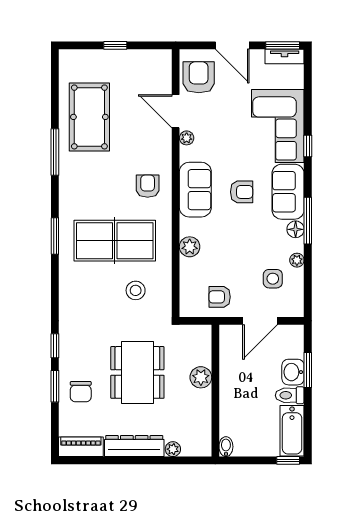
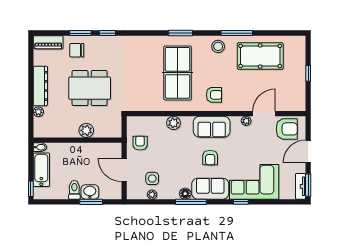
plant: (297, 260) -> (152, 195), moved
stool: (136, 290) -> (218, 46), moved
bathtub: (292, 431) -> (41, 170), moved, turned 90
piano: (81, 447) -> (48, 42), moved, turned 90

